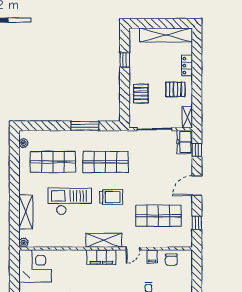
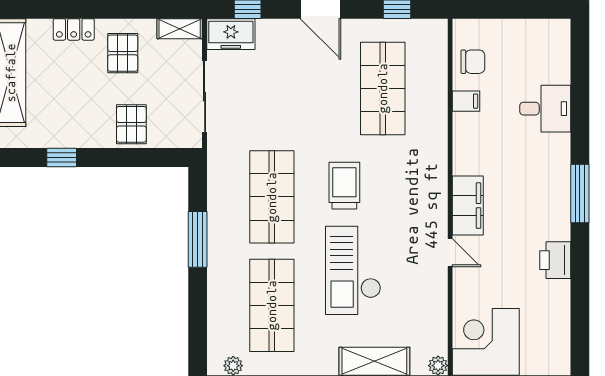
pallet: (141, 94) -> (131, 124), turned 90
shelving: (104, 240) -> (433, 201), removed
door: (133, 249) -> (450, 253), moved

